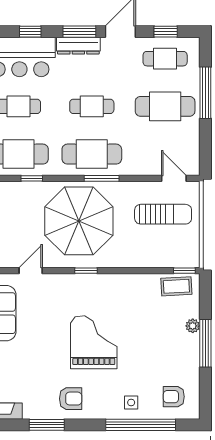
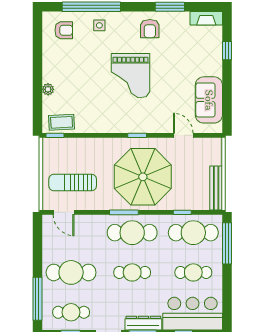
window: (205, 93) -> (37, 299), moved
door: (31, 271) -> (183, 135), swing flipped
window: (205, 343) -> (37, 75), removed
armchair: (71, 399) -> (150, 29), turned -90

